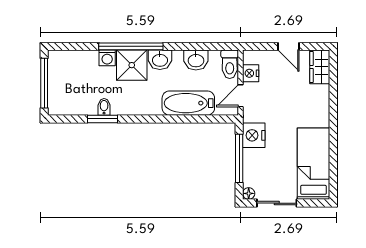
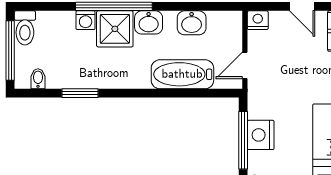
toilet: (230, 64) -> (25, 28), moved
nightstand: (251, 73) -> (258, 20), moved, turned 90
bidet: (104, 107) -> (38, 79), moved
nightstand: (254, 135) -> (261, 135), moved

